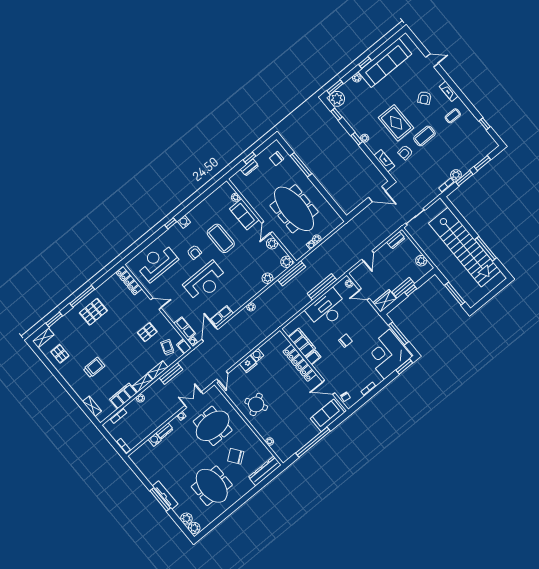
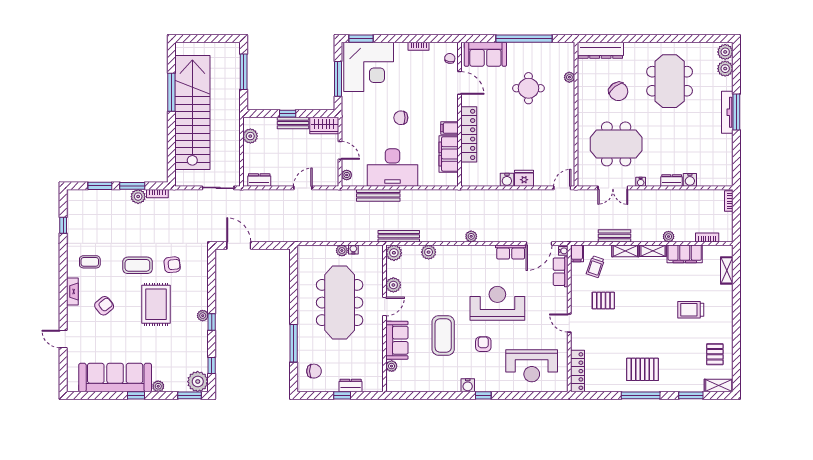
fireplace: (384, 161) -> (202, 274), removed
round table: (256, 404) -> (528, 88), moved, turned 30

